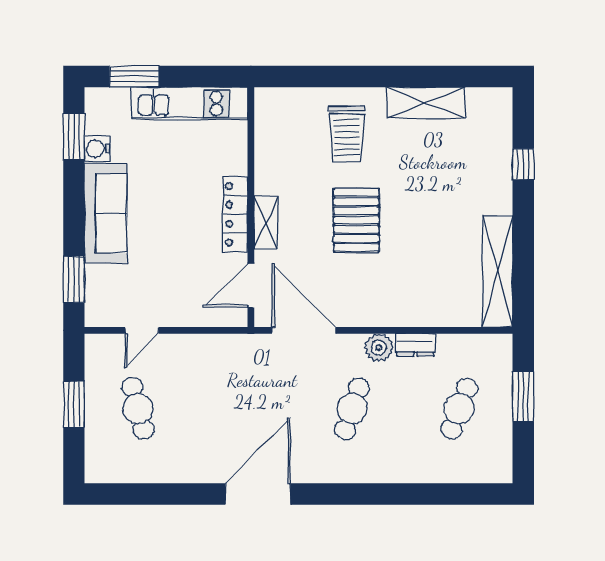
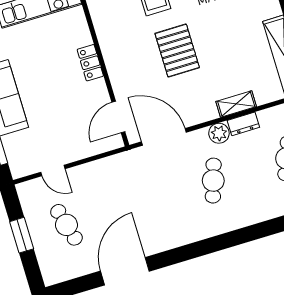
locker: (235, 214) -> (90, 63), width x0.66
shelving: (266, 223) -> (236, 104), moved, turned 90
door: (142, 330) -> (53, 170), hinge flipped
door: (258, 494) -> (125, 271), moved

